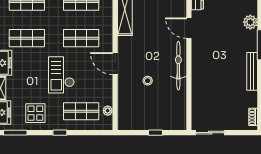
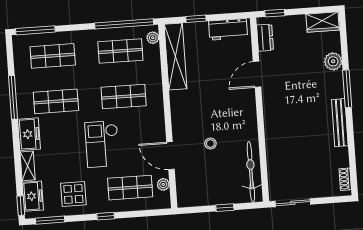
door: (189, 28) -> (257, 74), hinge flipped
door: (115, 64) -> (171, 156), moved
bicycle: (178, 66) -> (251, 172), moved

